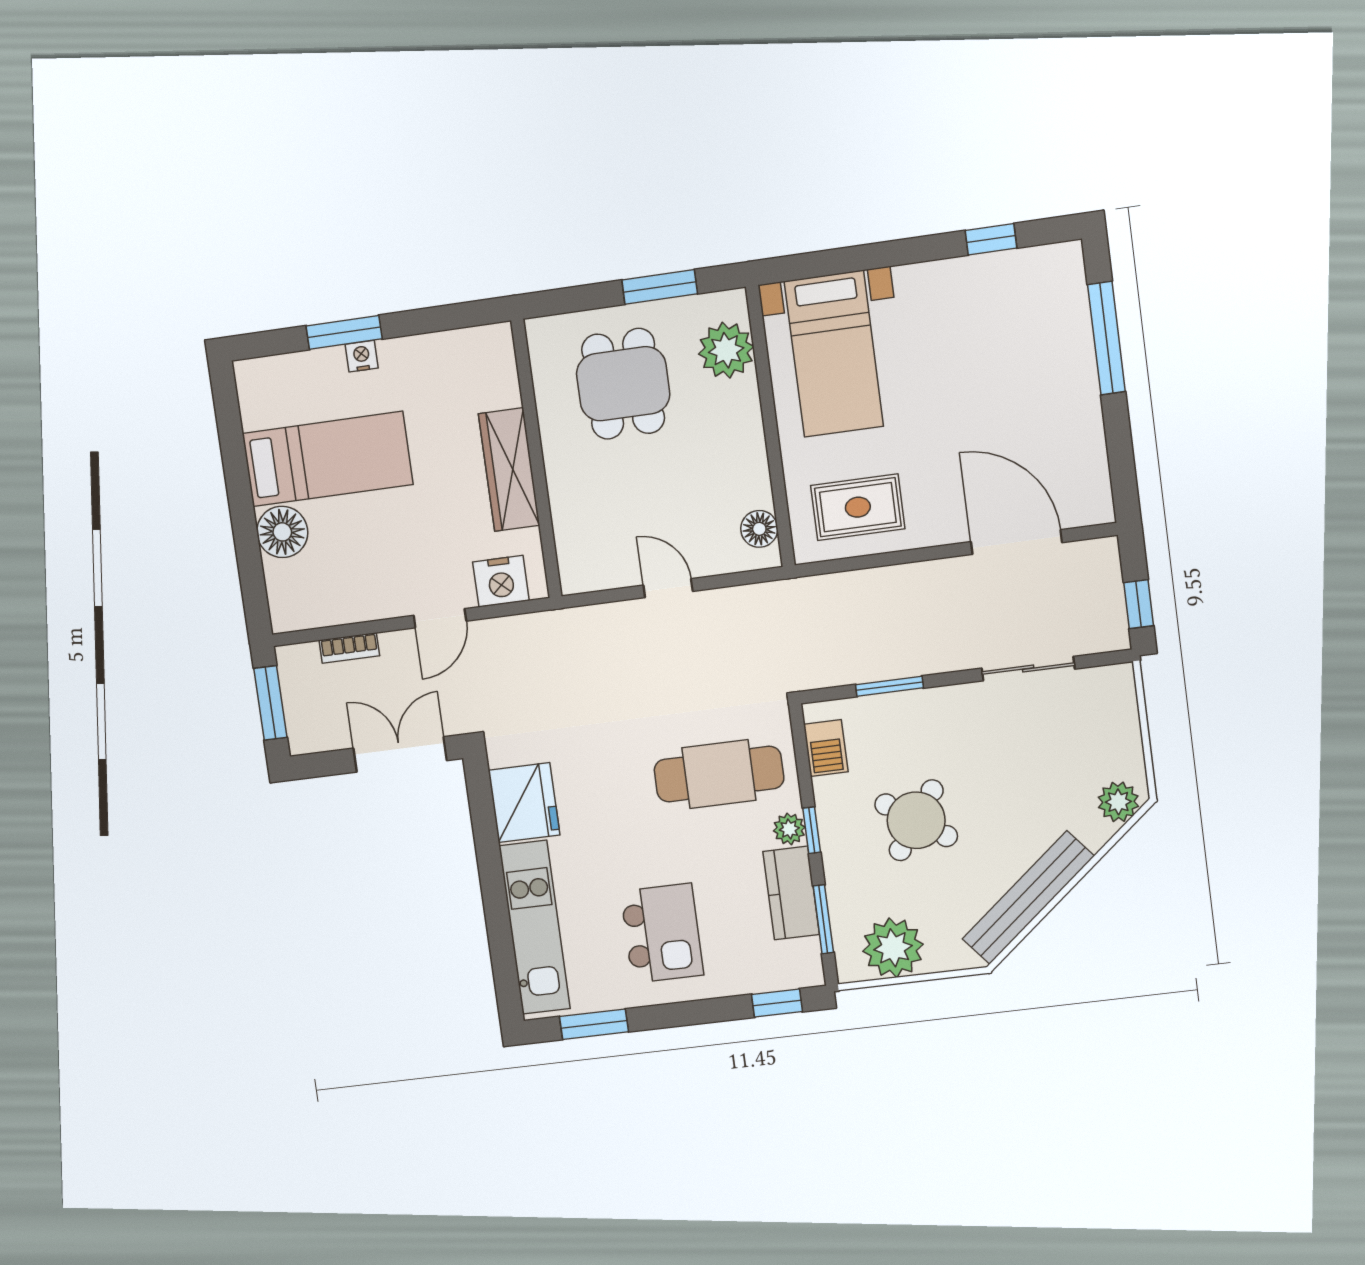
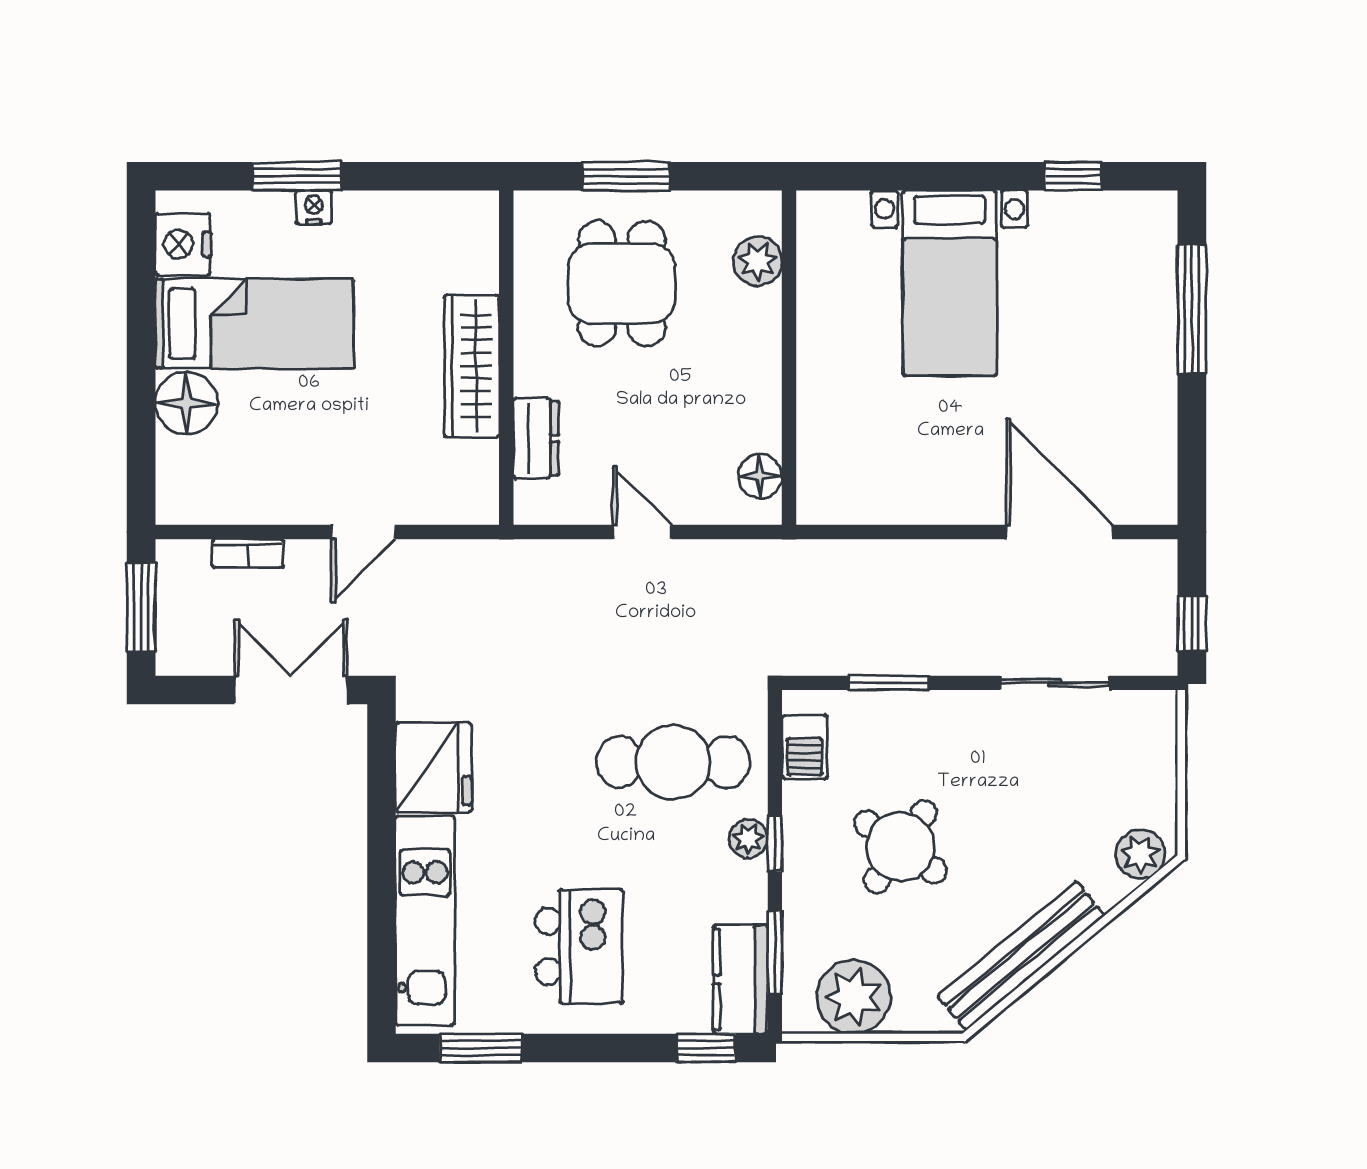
window: (660, 287) -> (626, 176), moved
plant: (726, 350) -> (758, 261), width x0.73, depth x0.73
bed with nightstands: (834, 354) -> (950, 283), moved
rug: (858, 507) -> (879, 466), removed
dresser: (570, 522) -> (536, 438), added
nightstand: (501, 581) -> (183, 244), moved, turned 90
kitchen counter: (791, 893) -> (741, 979), moved

